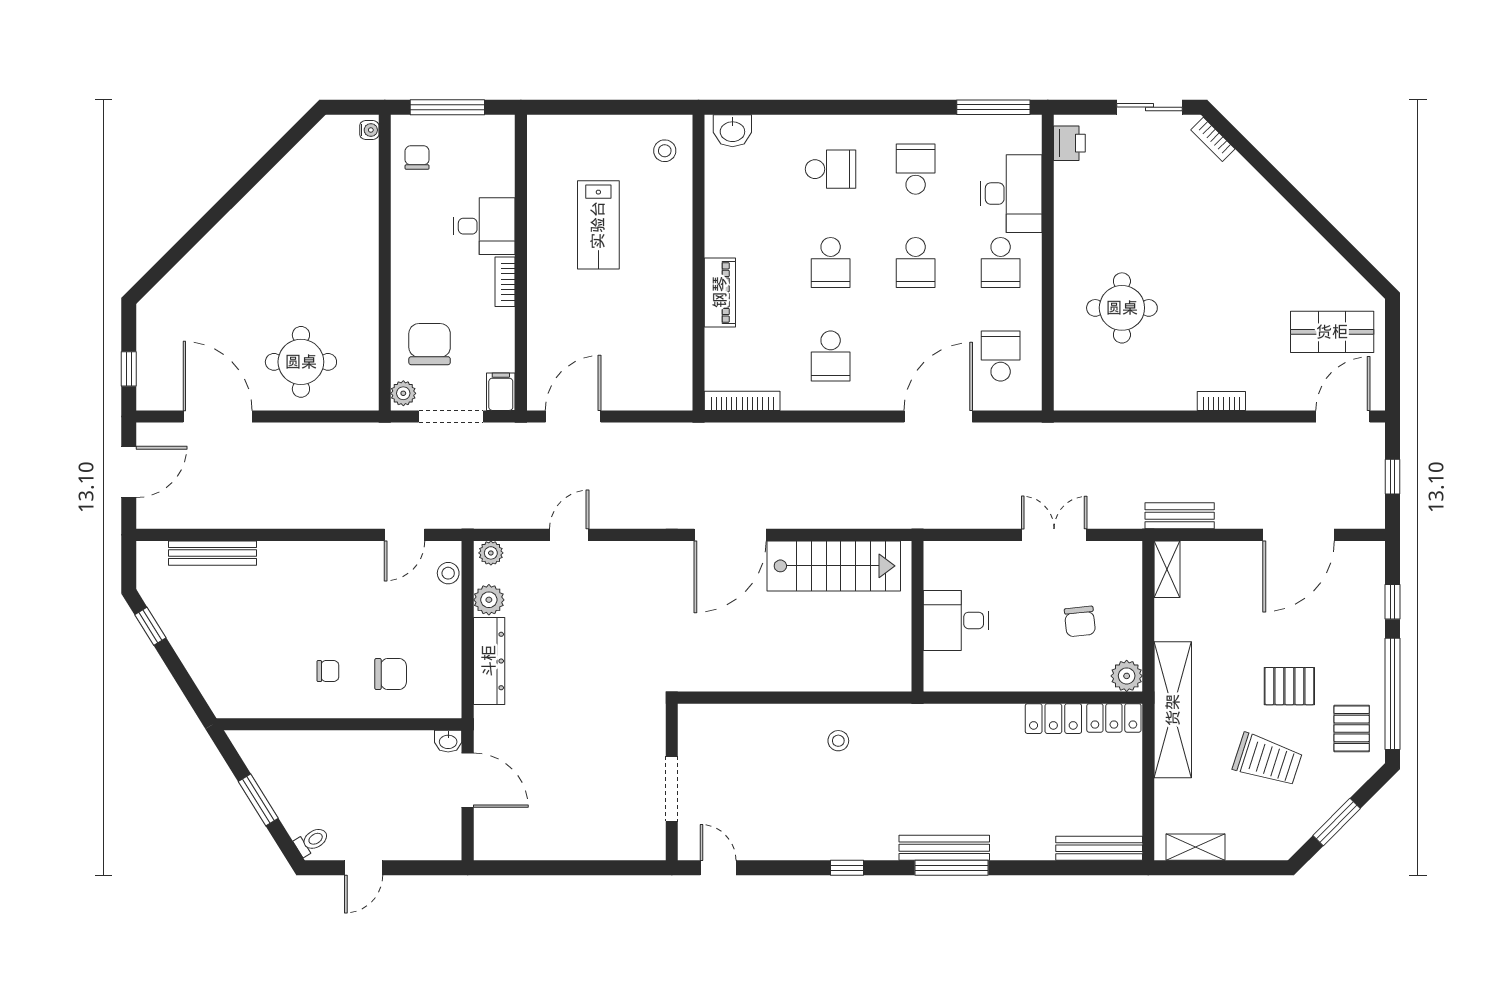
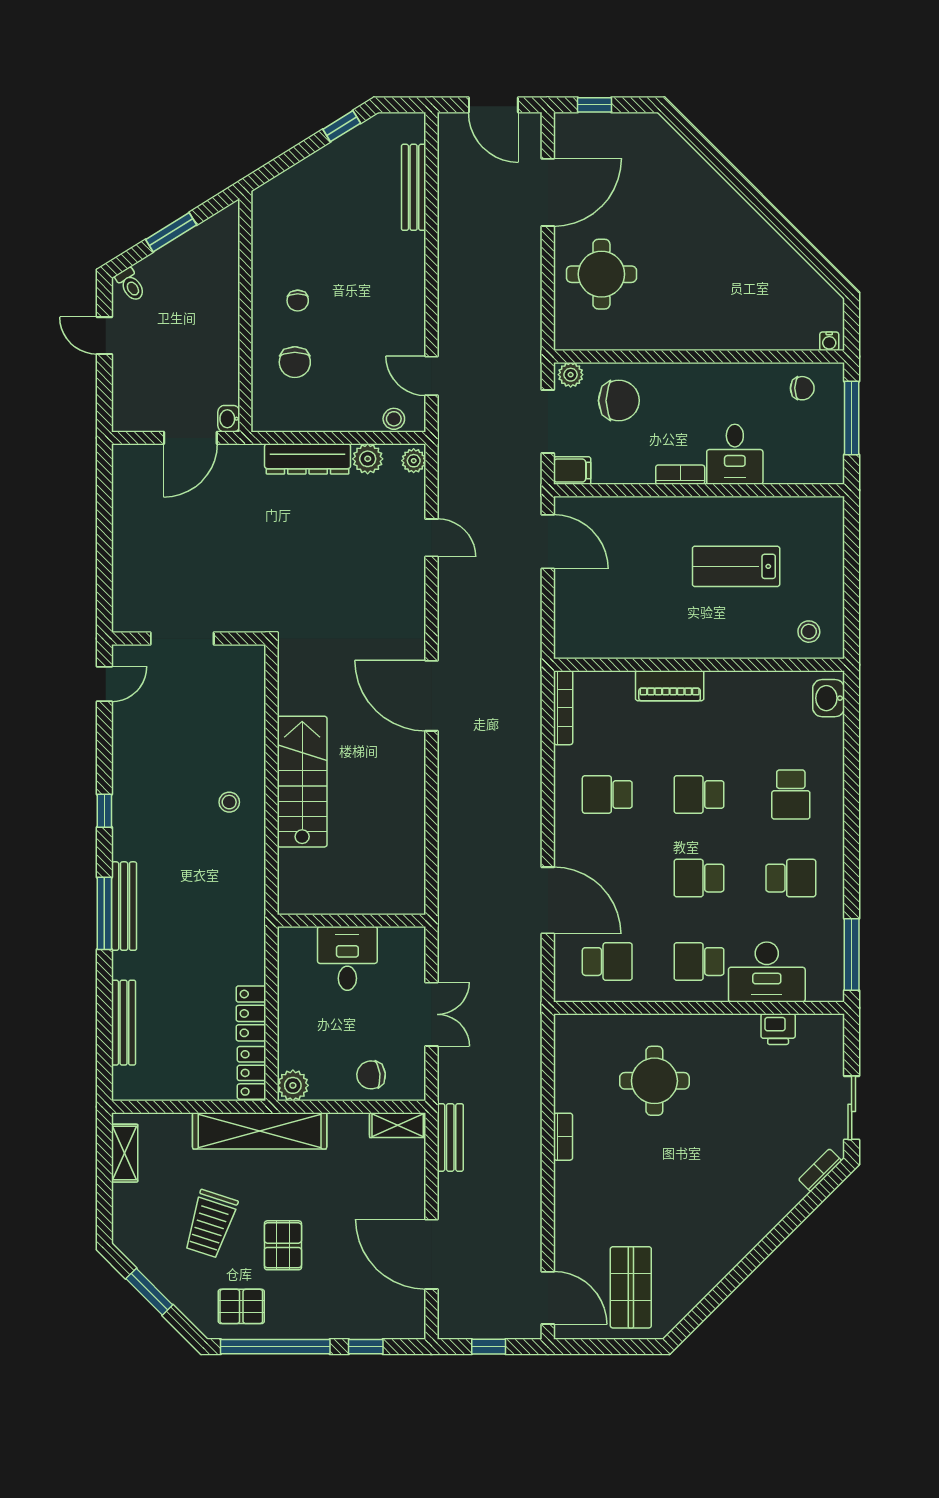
printer: (1069, 143) -> (778, 1029), moved
bookcase: (1221, 401) -> (563, 1137), moved
stairs: (834, 566) -> (302, 782), moved, turned 180
wall: (917, 616) -> (352, 921), moved
desk: (956, 620) -> (347, 958), moved
chair: (1080, 621) -> (371, 1075), moved
bench: (1099, 848) -> (124, 1023), moved

